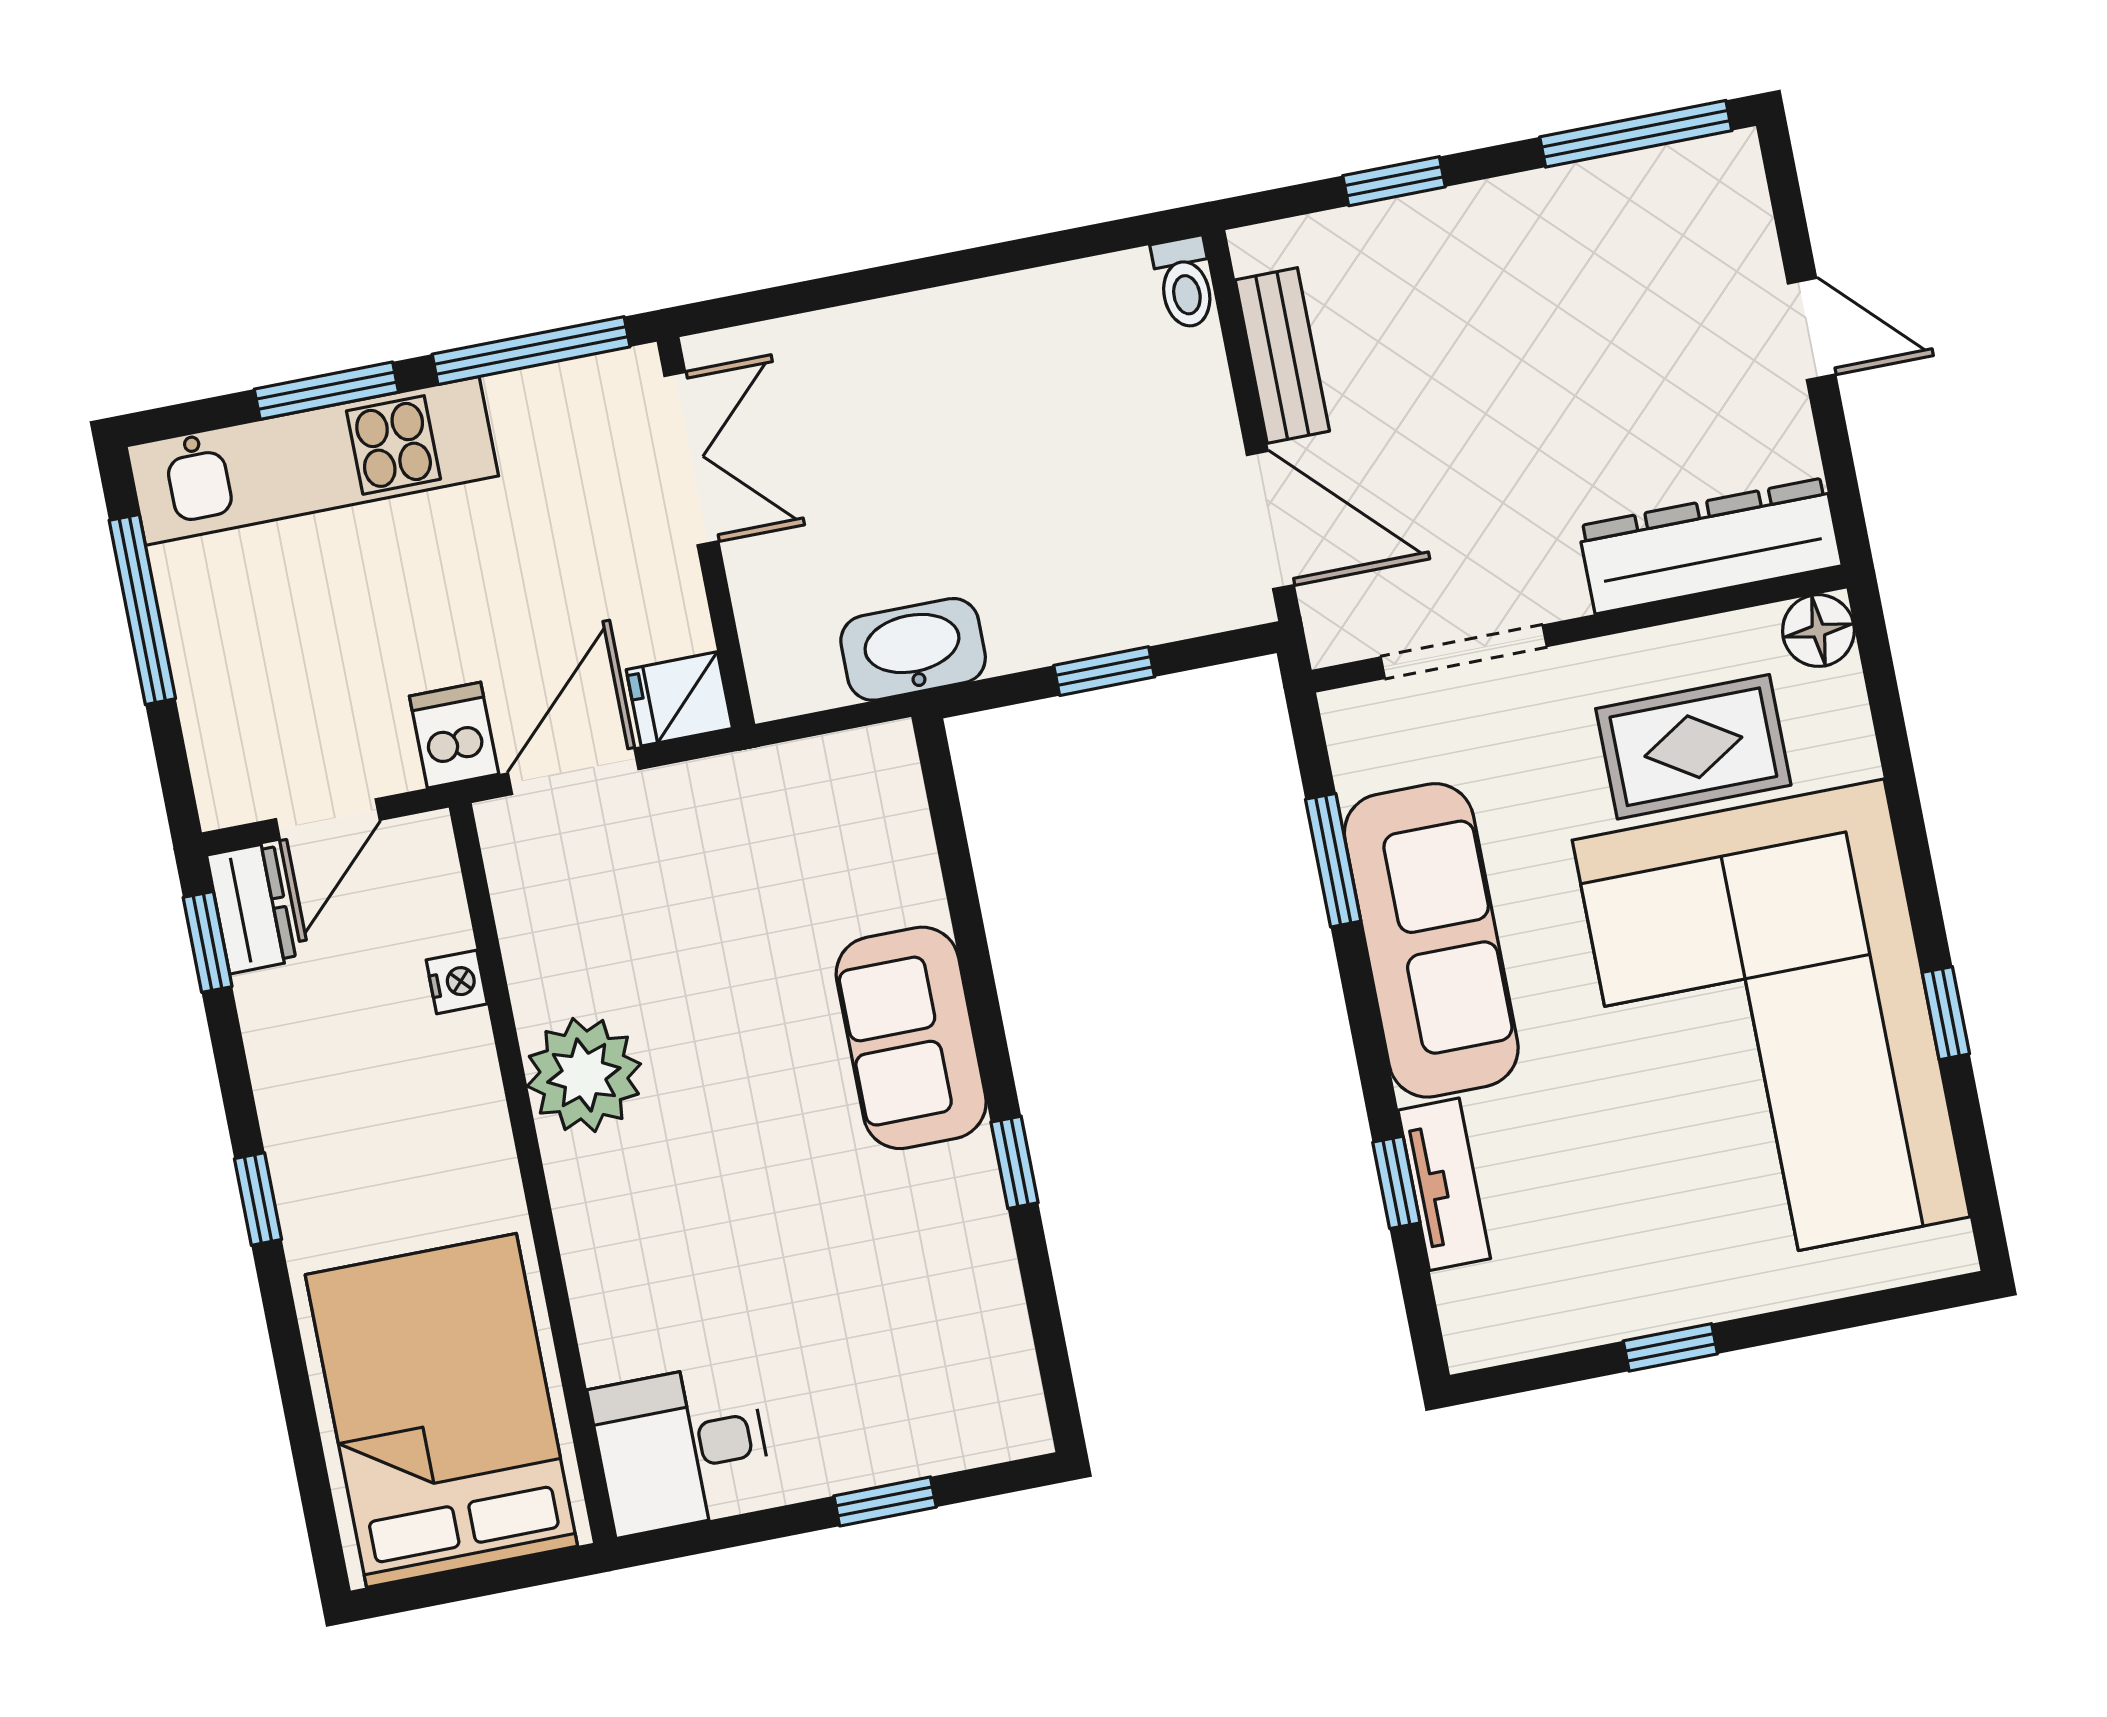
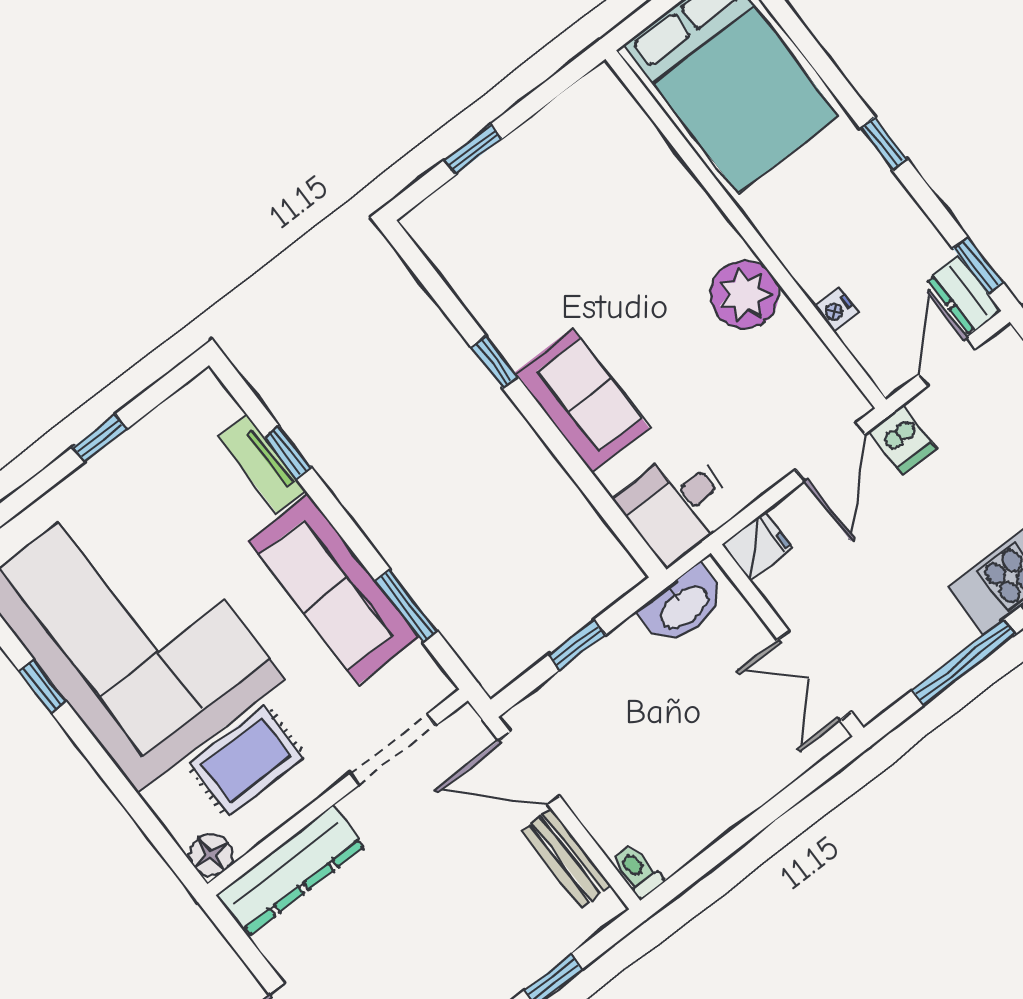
double door: (691, 459) -> (814, 676), moved
wall: (706, 533) -> (787, 640), moved
fridge: (679, 699) -> (757, 546), moved
desk: (682, 1448) -> (677, 505), moved, turned 180

